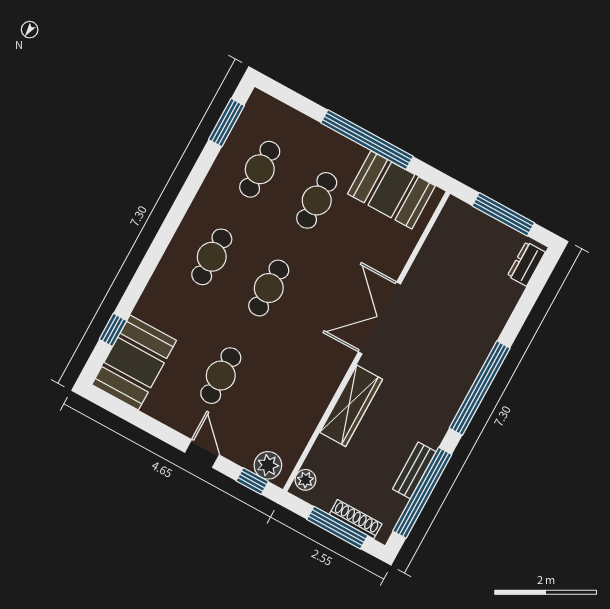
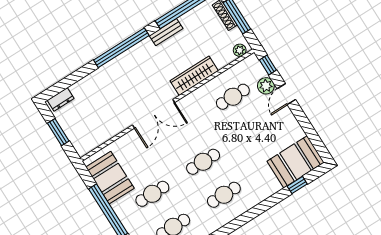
window: (503, 214) -> (58, 132), width x0.69
cafe table: (221, 376) -> (233, 97), moved
plant: (268, 465) -> (266, 86), moved
bench: (414, 470) -> (166, 32), moved

